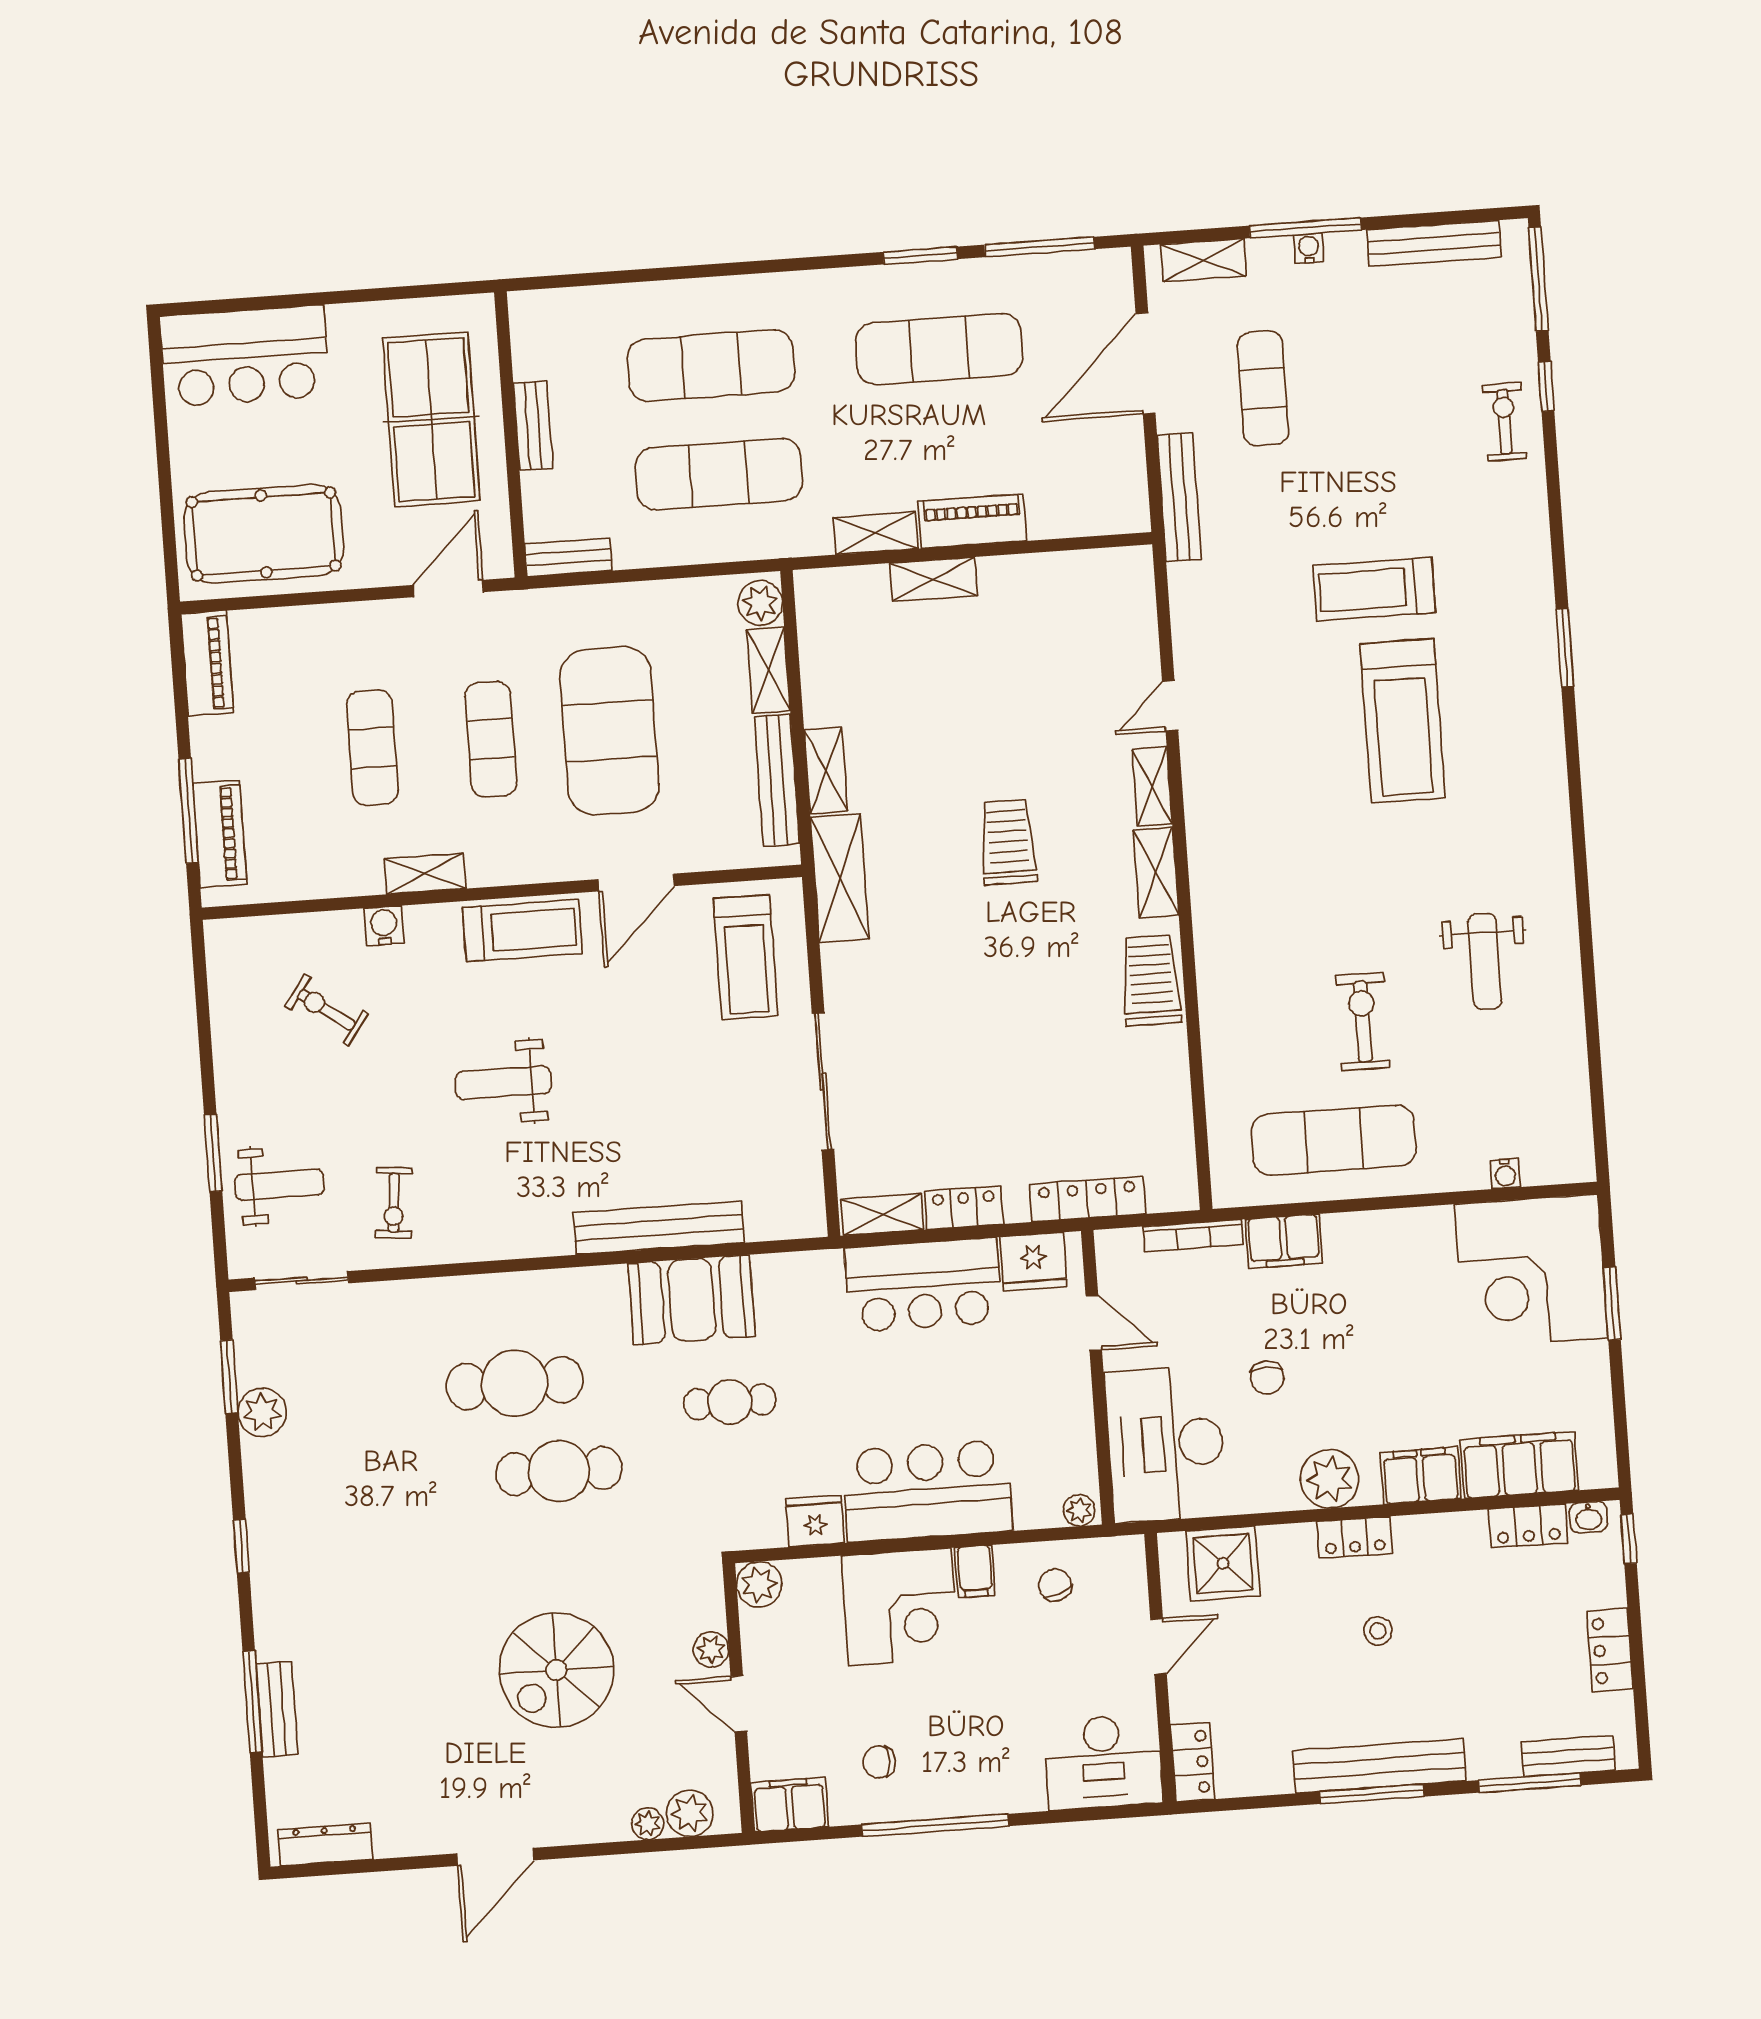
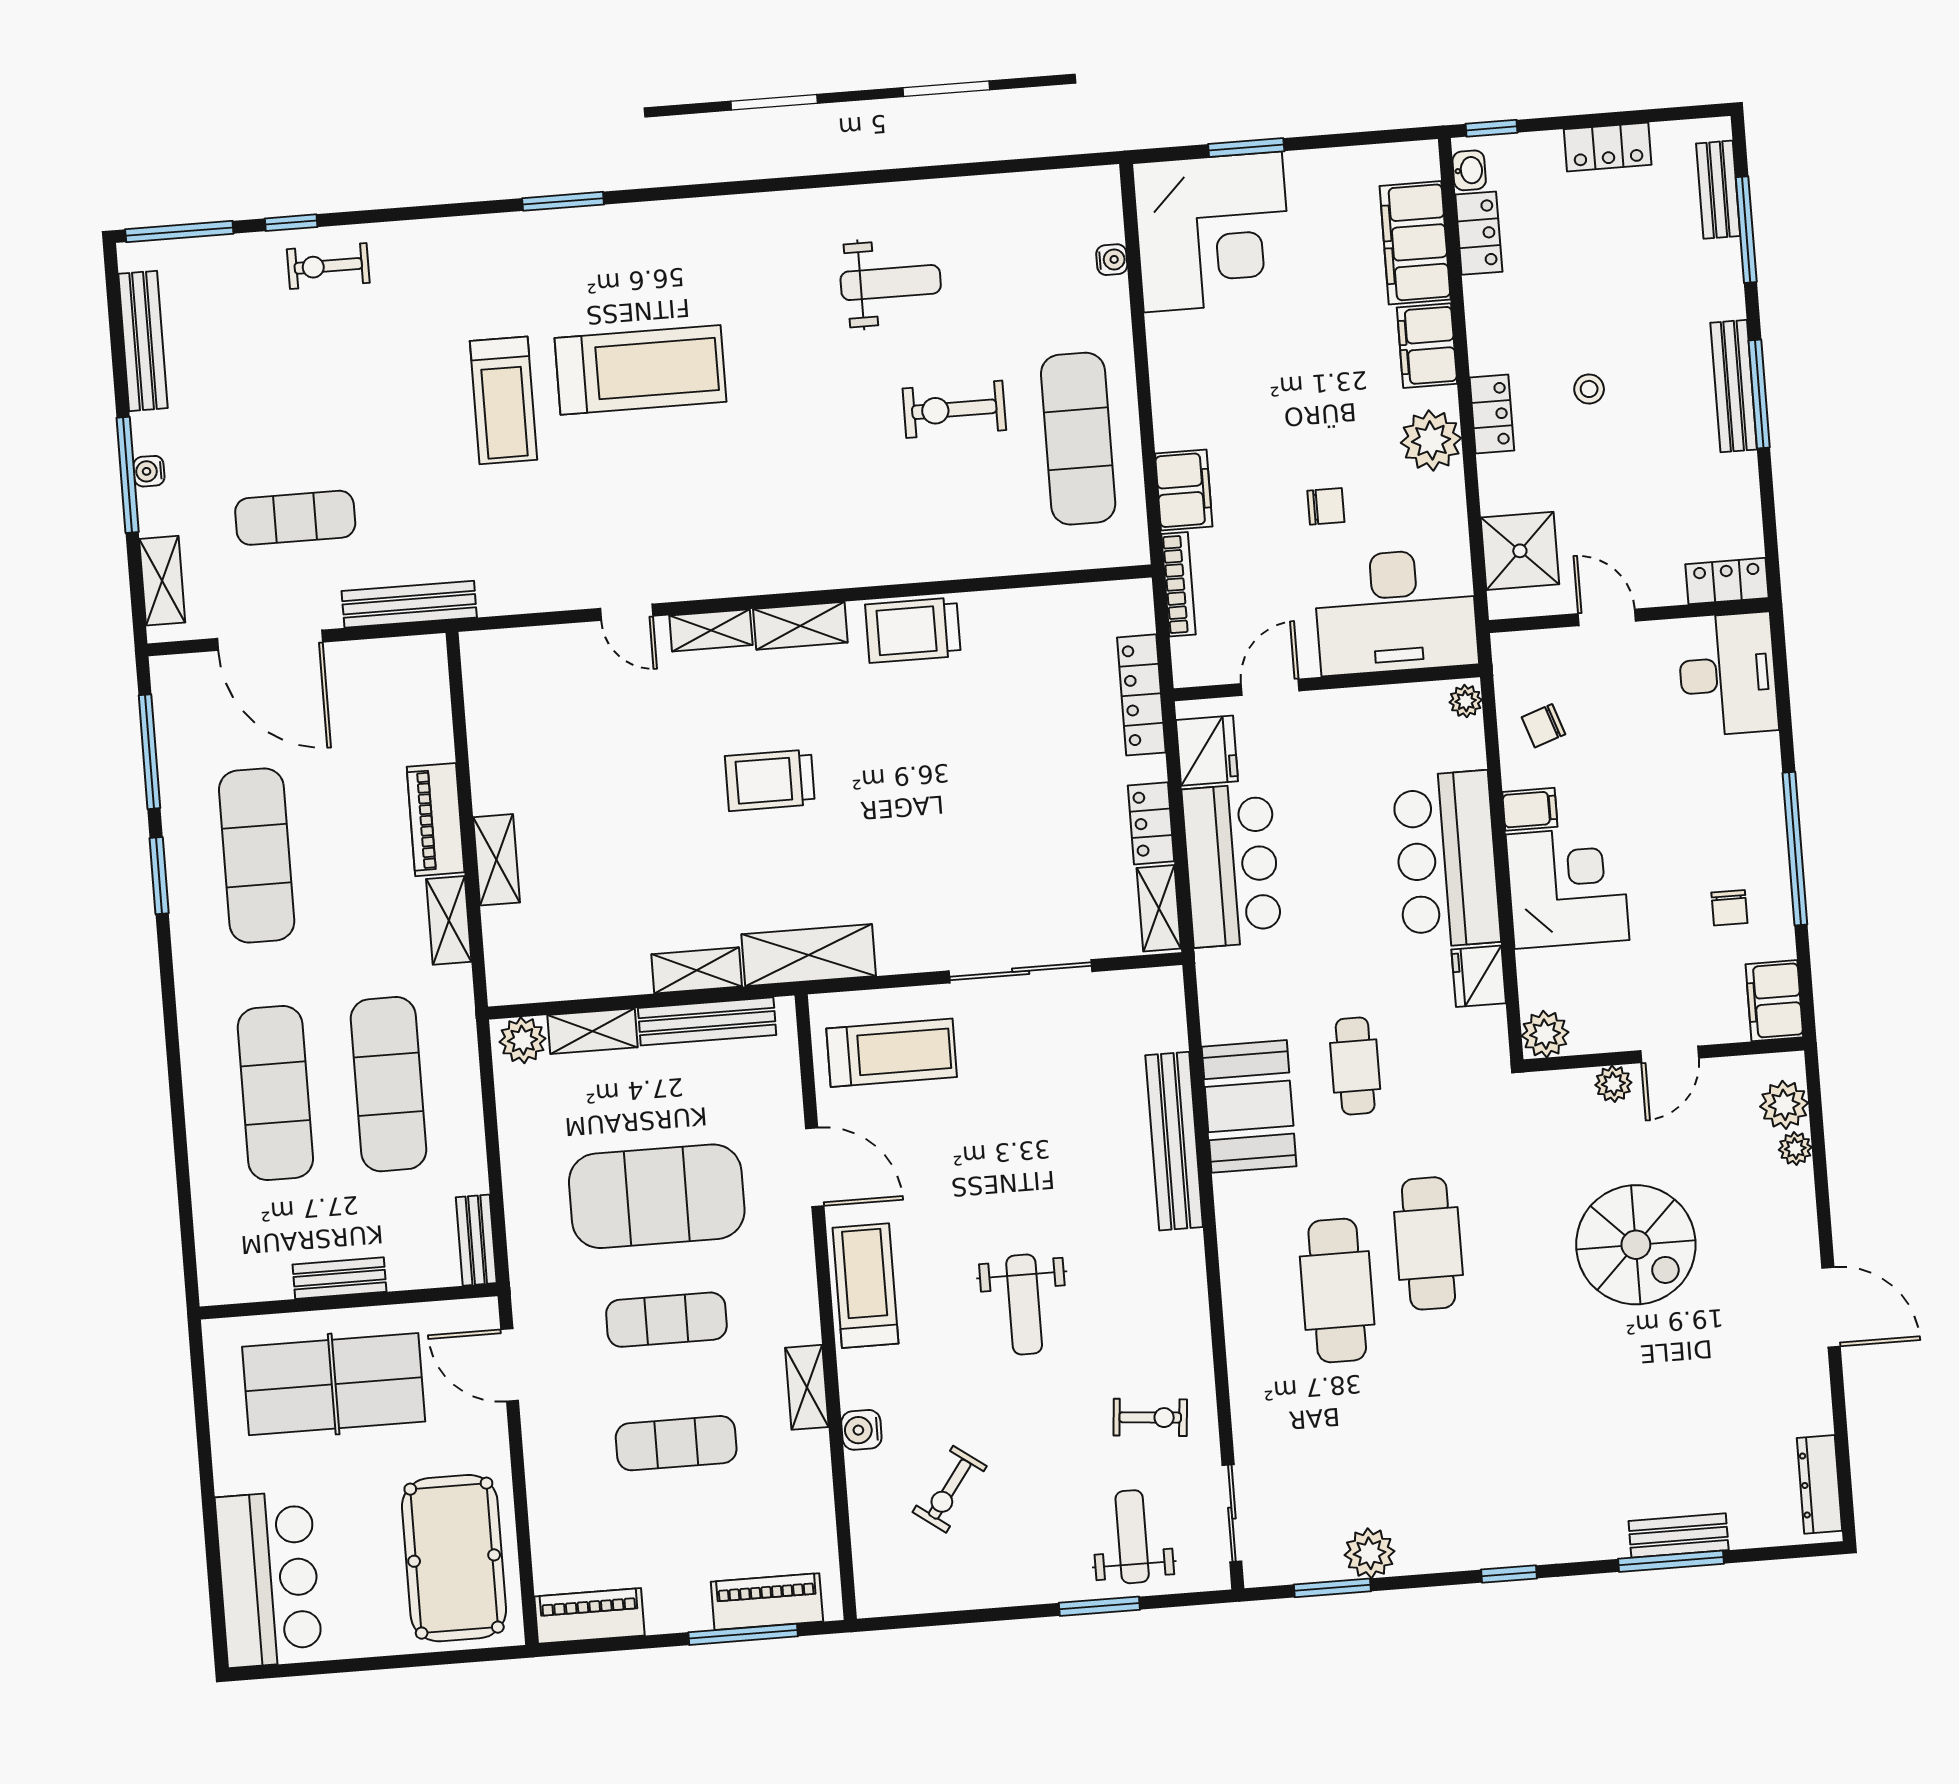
bench: (1379, 1766) -> (1734, 386), width x0.73, depth x0.82

